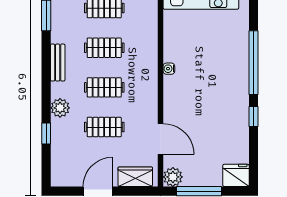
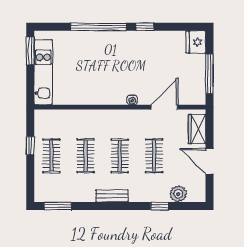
bench: (58, 63) -> (112, 196), moved
water cooler: (169, 69) -> (132, 100), moved
plant: (60, 108) -> (178, 194), moved
plant: (173, 177) -> (197, 96), removed

